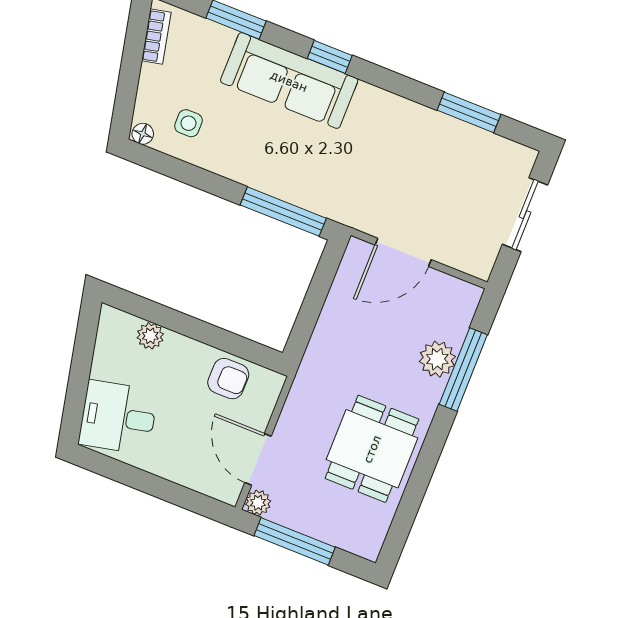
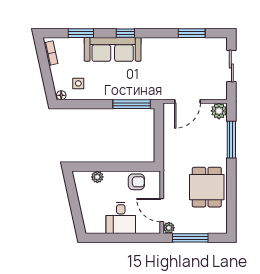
plant: (437, 359) -> (219, 111), moved
desk: (118, 417) -> (121, 218), moved, turned -78

